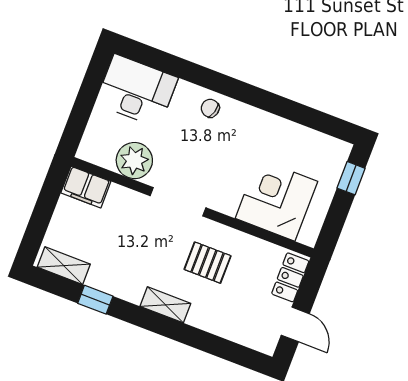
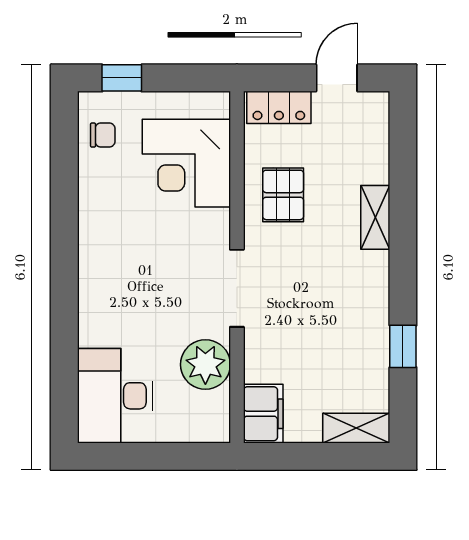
chair: (210, 108) -> (103, 135), moved, turned -105
pallet: (208, 263) -> (283, 195), moved
shelving: (64, 266) -> (356, 428), moved, turned 90
shelving: (165, 305) -> (375, 217), moved

